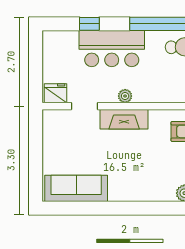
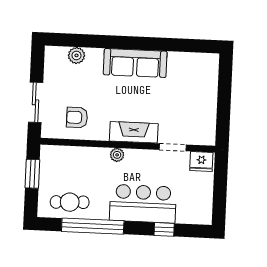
plant: (125, 96) -> (117, 155), moved
sofa: (76, 188) -> (135, 63), moved

